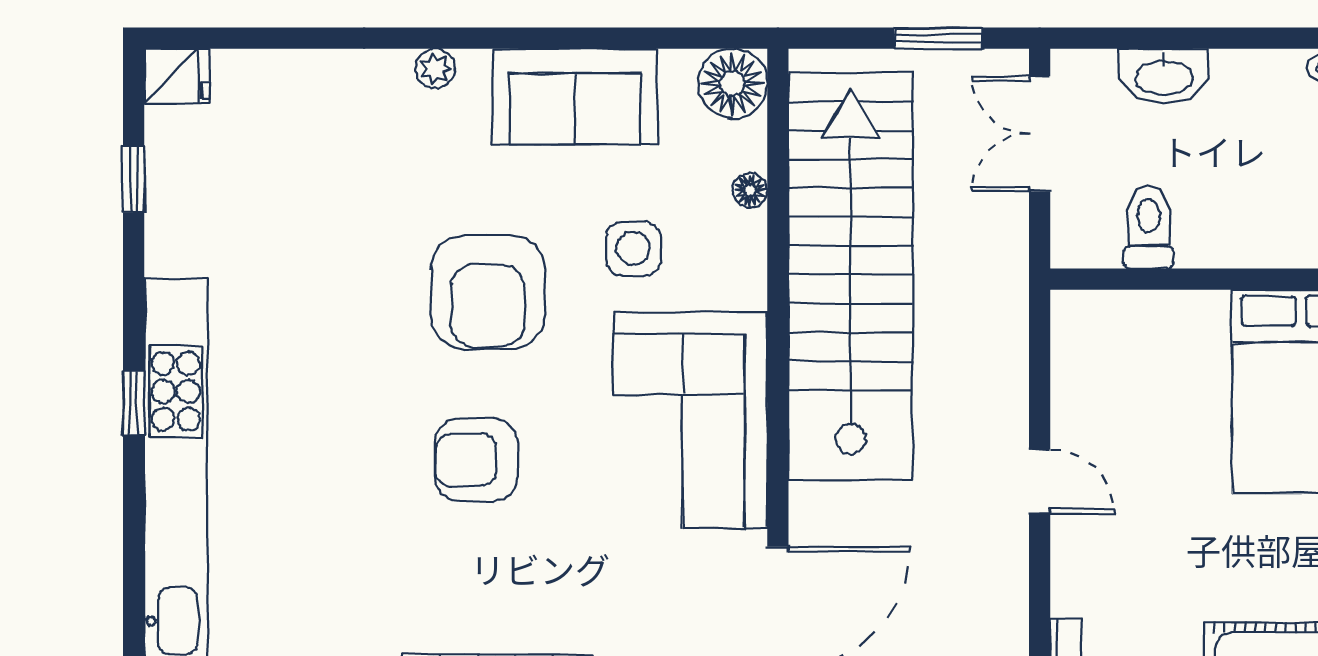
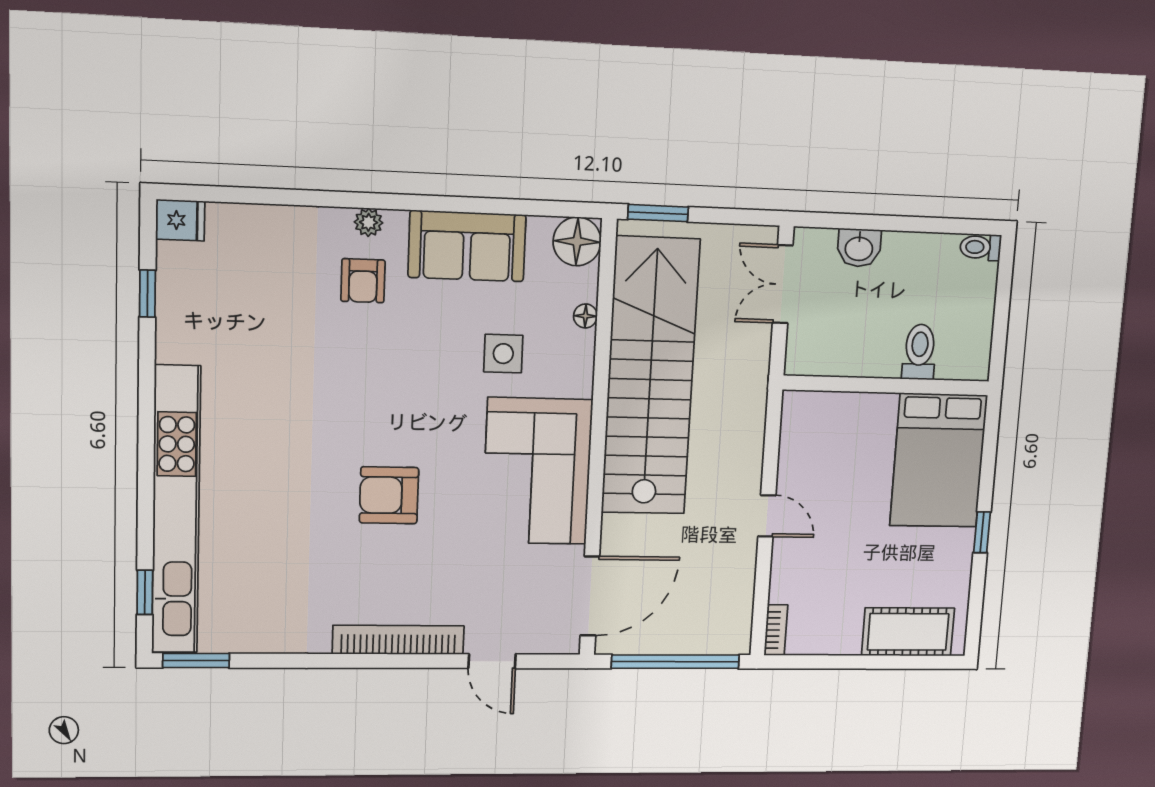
window: (938, 38) -> (658, 213), moved
washbasin: (1164, 76) -> (859, 248), width x0.72
toilet: (1149, 227) -> (919, 352), moved
armchair: (488, 292) -> (363, 281), moved, width x0.53, depth x0.53
window: (134, 403) -> (145, 592), moved

